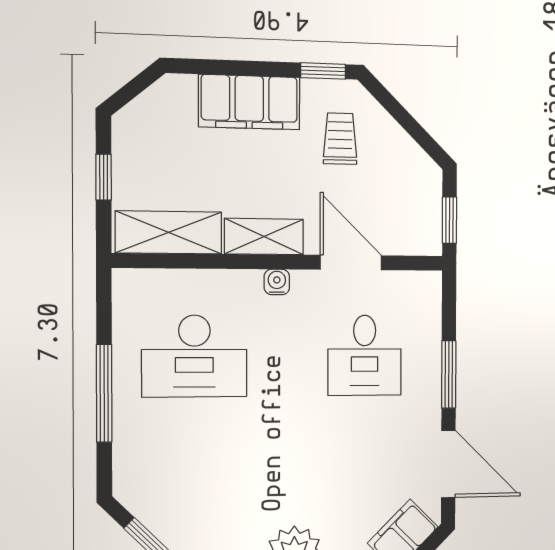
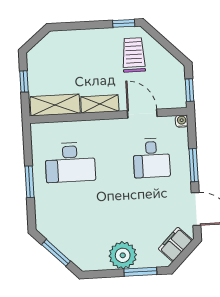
filing cabinet: (249, 102) -> (89, 41), removed
trolley: (340, 139) -> (134, 55), width x1.36, depth x1.39
water cooler: (277, 282) -> (182, 121), moved
window: (104, 393) -> (29, 182), width x0.69

